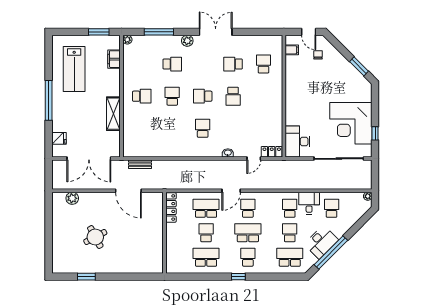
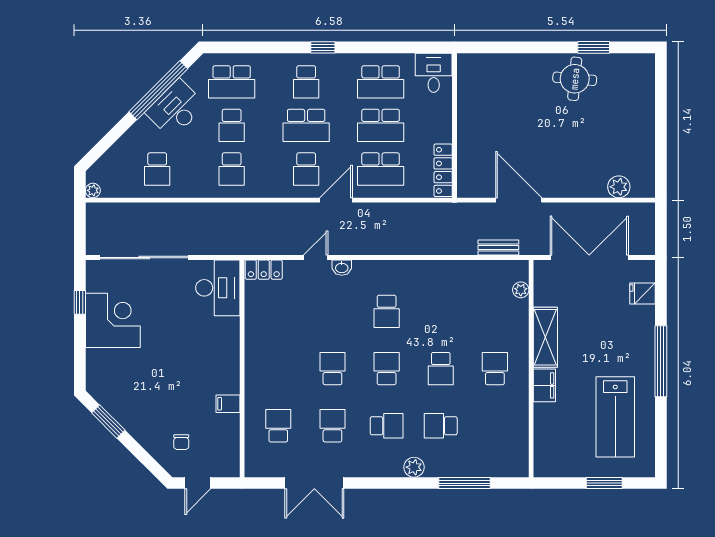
window: (99, 32) -> (604, 483), moved
double door: (216, 32) -> (314, 483), moved
door: (309, 32) -> (198, 483), swing flipped
plant: (127, 40) -> (521, 290), moved
filing cabinet: (292, 50) -> (228, 404), moved
filing cabinet: (114, 59) -> (544, 385), moved
school desk: (203, 64) -> (387, 426), added
school desk: (233, 64) -> (332, 426), turned -90
school desk: (264, 64) -> (278, 426), turned 180
lab bench: (74, 69) -> (615, 417), turned 180
school desk: (142, 96) -> (495, 369), turned 90
school desk: (203, 96) -> (387, 369), turned -90
corner desk: (351, 123) -> (113, 320), width x0.74, depth x0.74
door: (254, 159) -> (316, 258), moved
desk: (309, 203) -> (434, 73), moved, turned 180
school desk: (206, 233) -> (381, 125), width x1.85
round table: (95, 237) -> (575, 79), moved, turned 33

